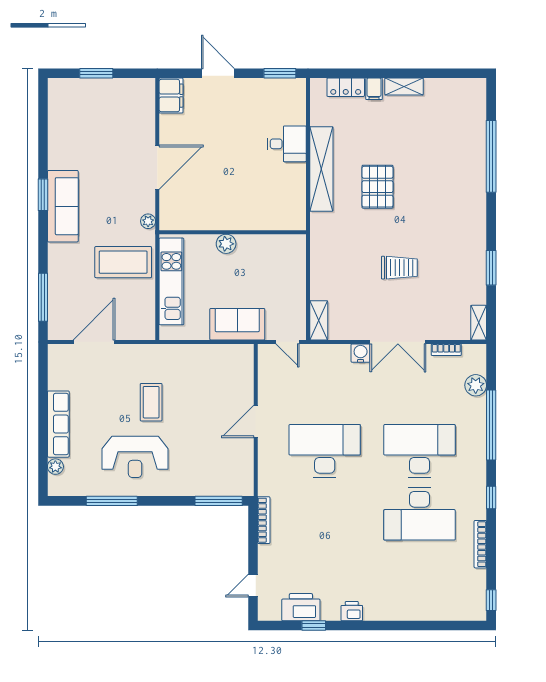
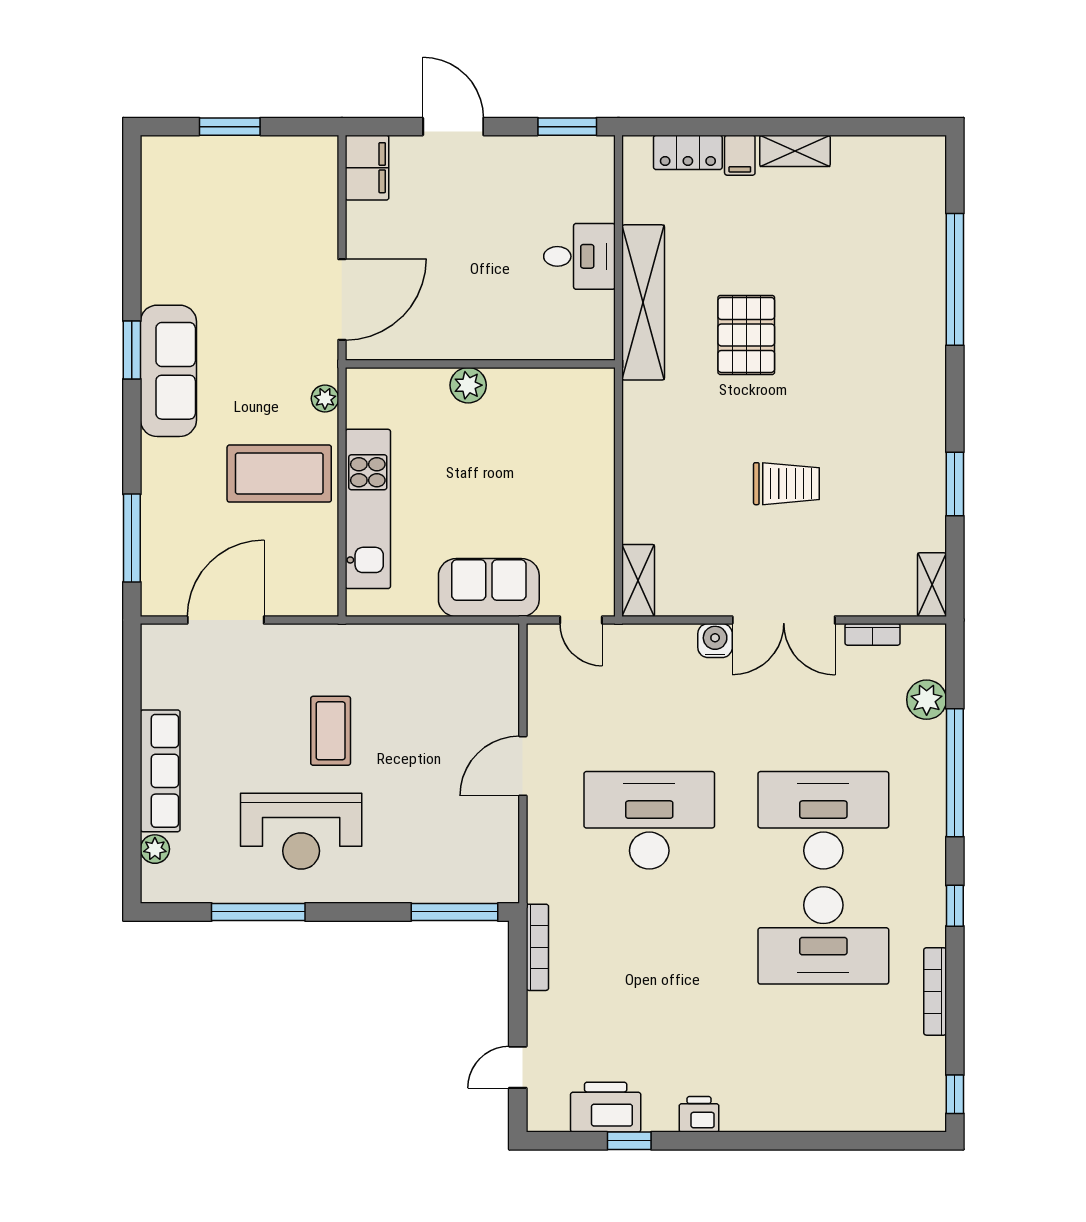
wall: (233, 232) -> (480, 364), moved
plant: (226, 244) -> (468, 385), moved

